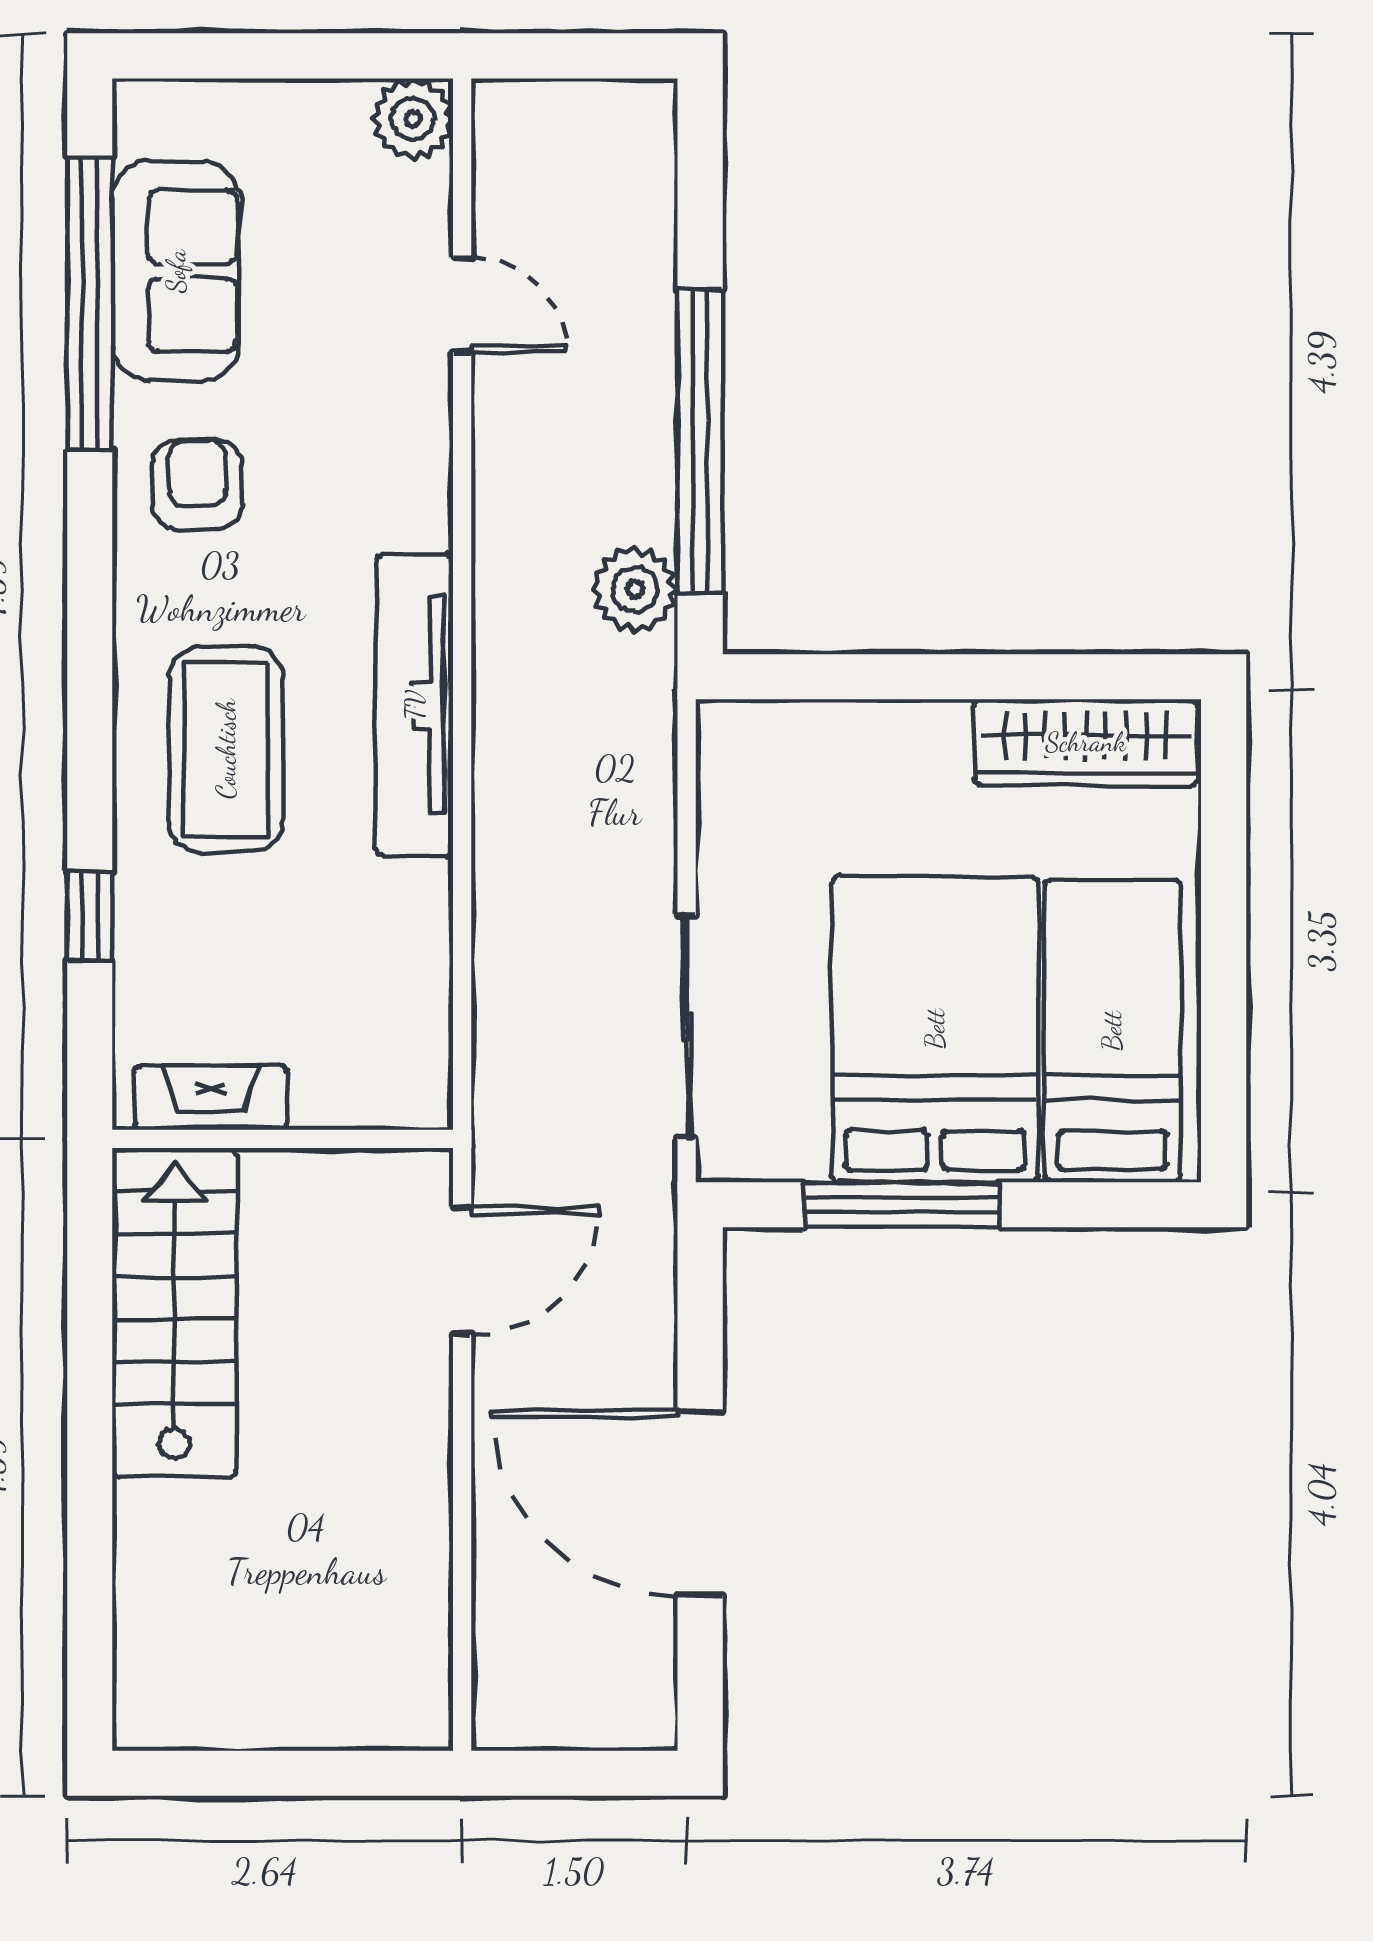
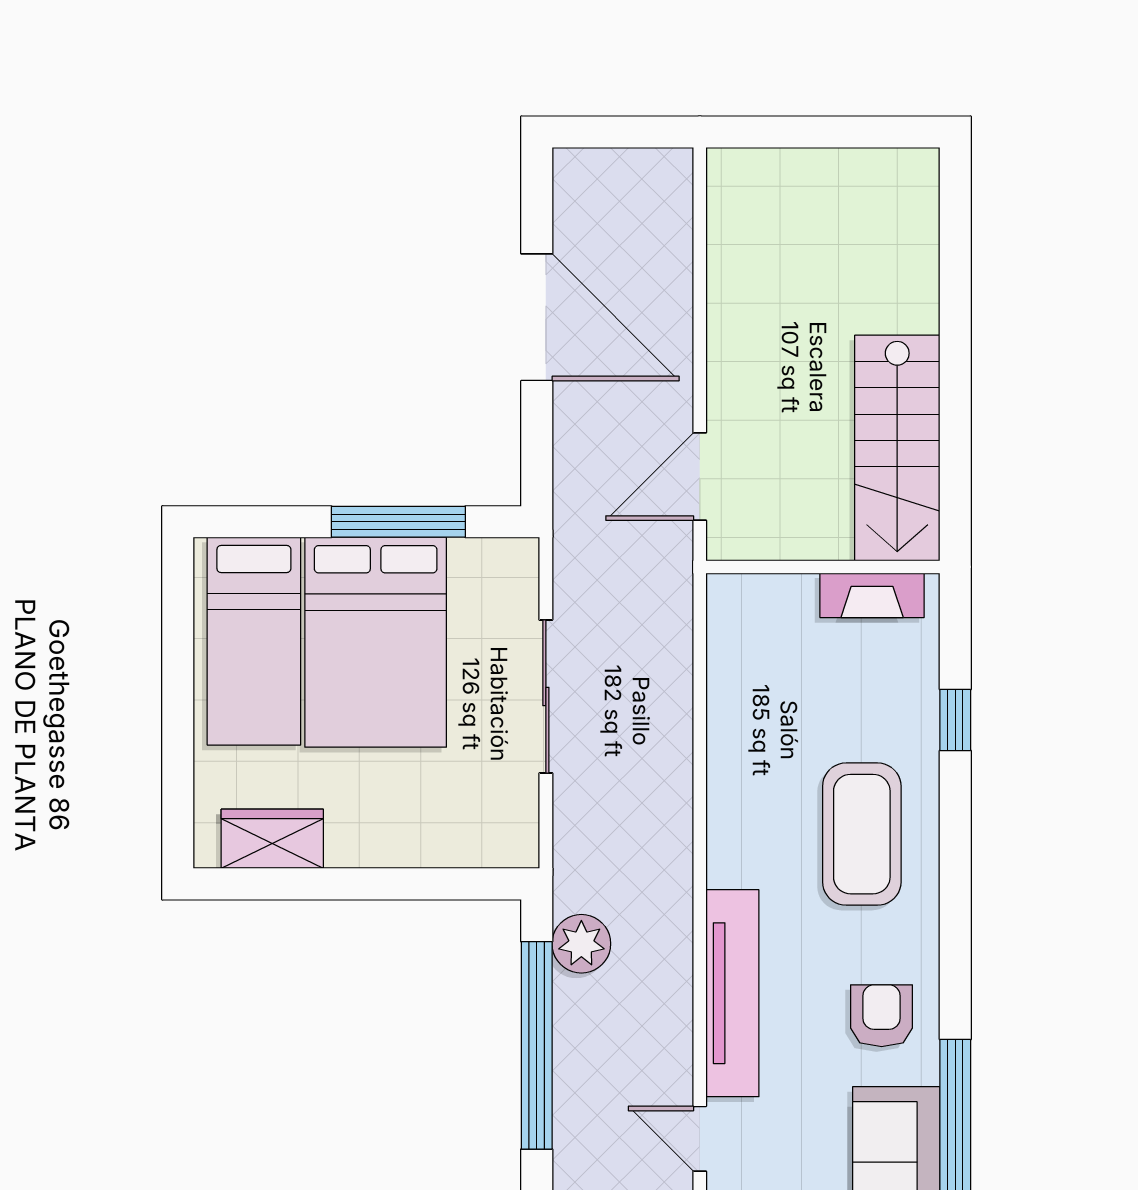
armchair: (197, 484) -> (882, 1016), turned 180
tv unit: (415, 705) -> (732, 993), moved
wardrobe: (1086, 742) -> (272, 839), width x0.67
sliding door: (687, 1027) -> (546, 697), moved

